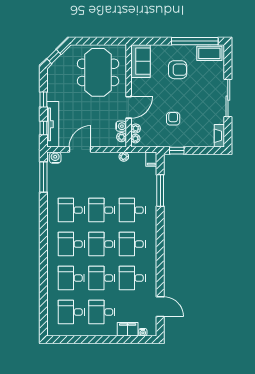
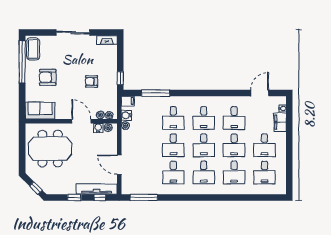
armchair: (178, 70) -> (48, 77), turned -90
water cooler: (55, 158) -> (126, 115), moved

